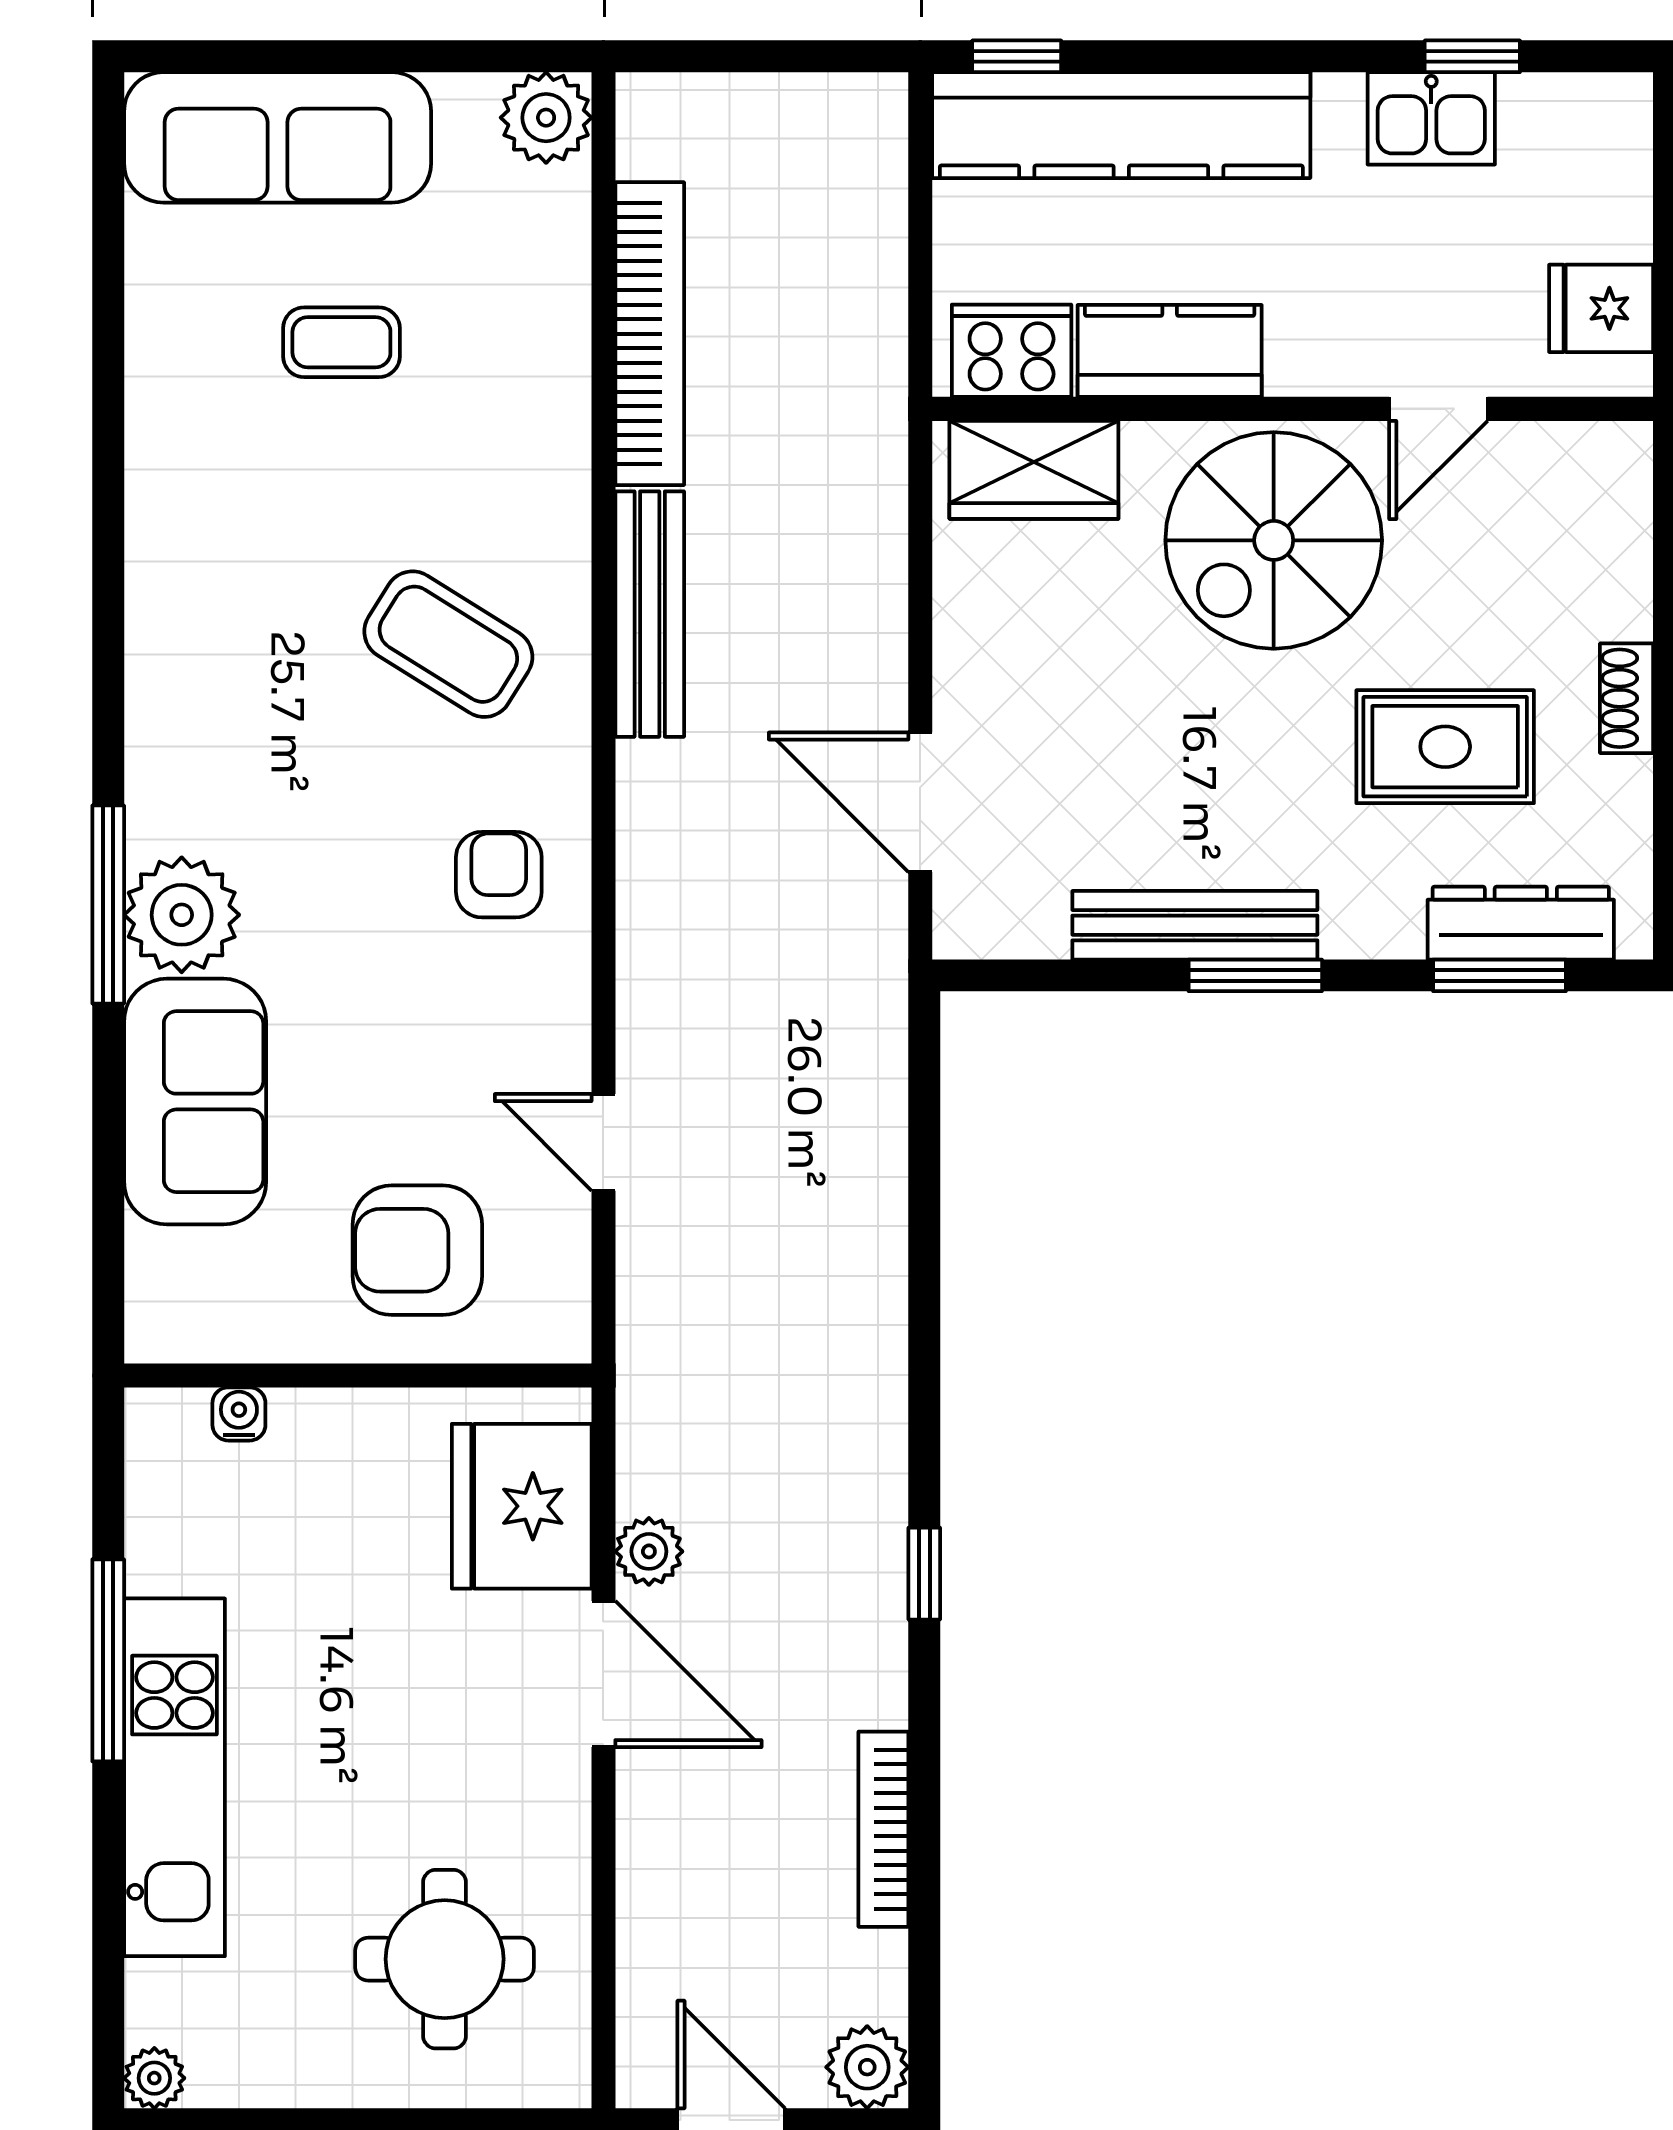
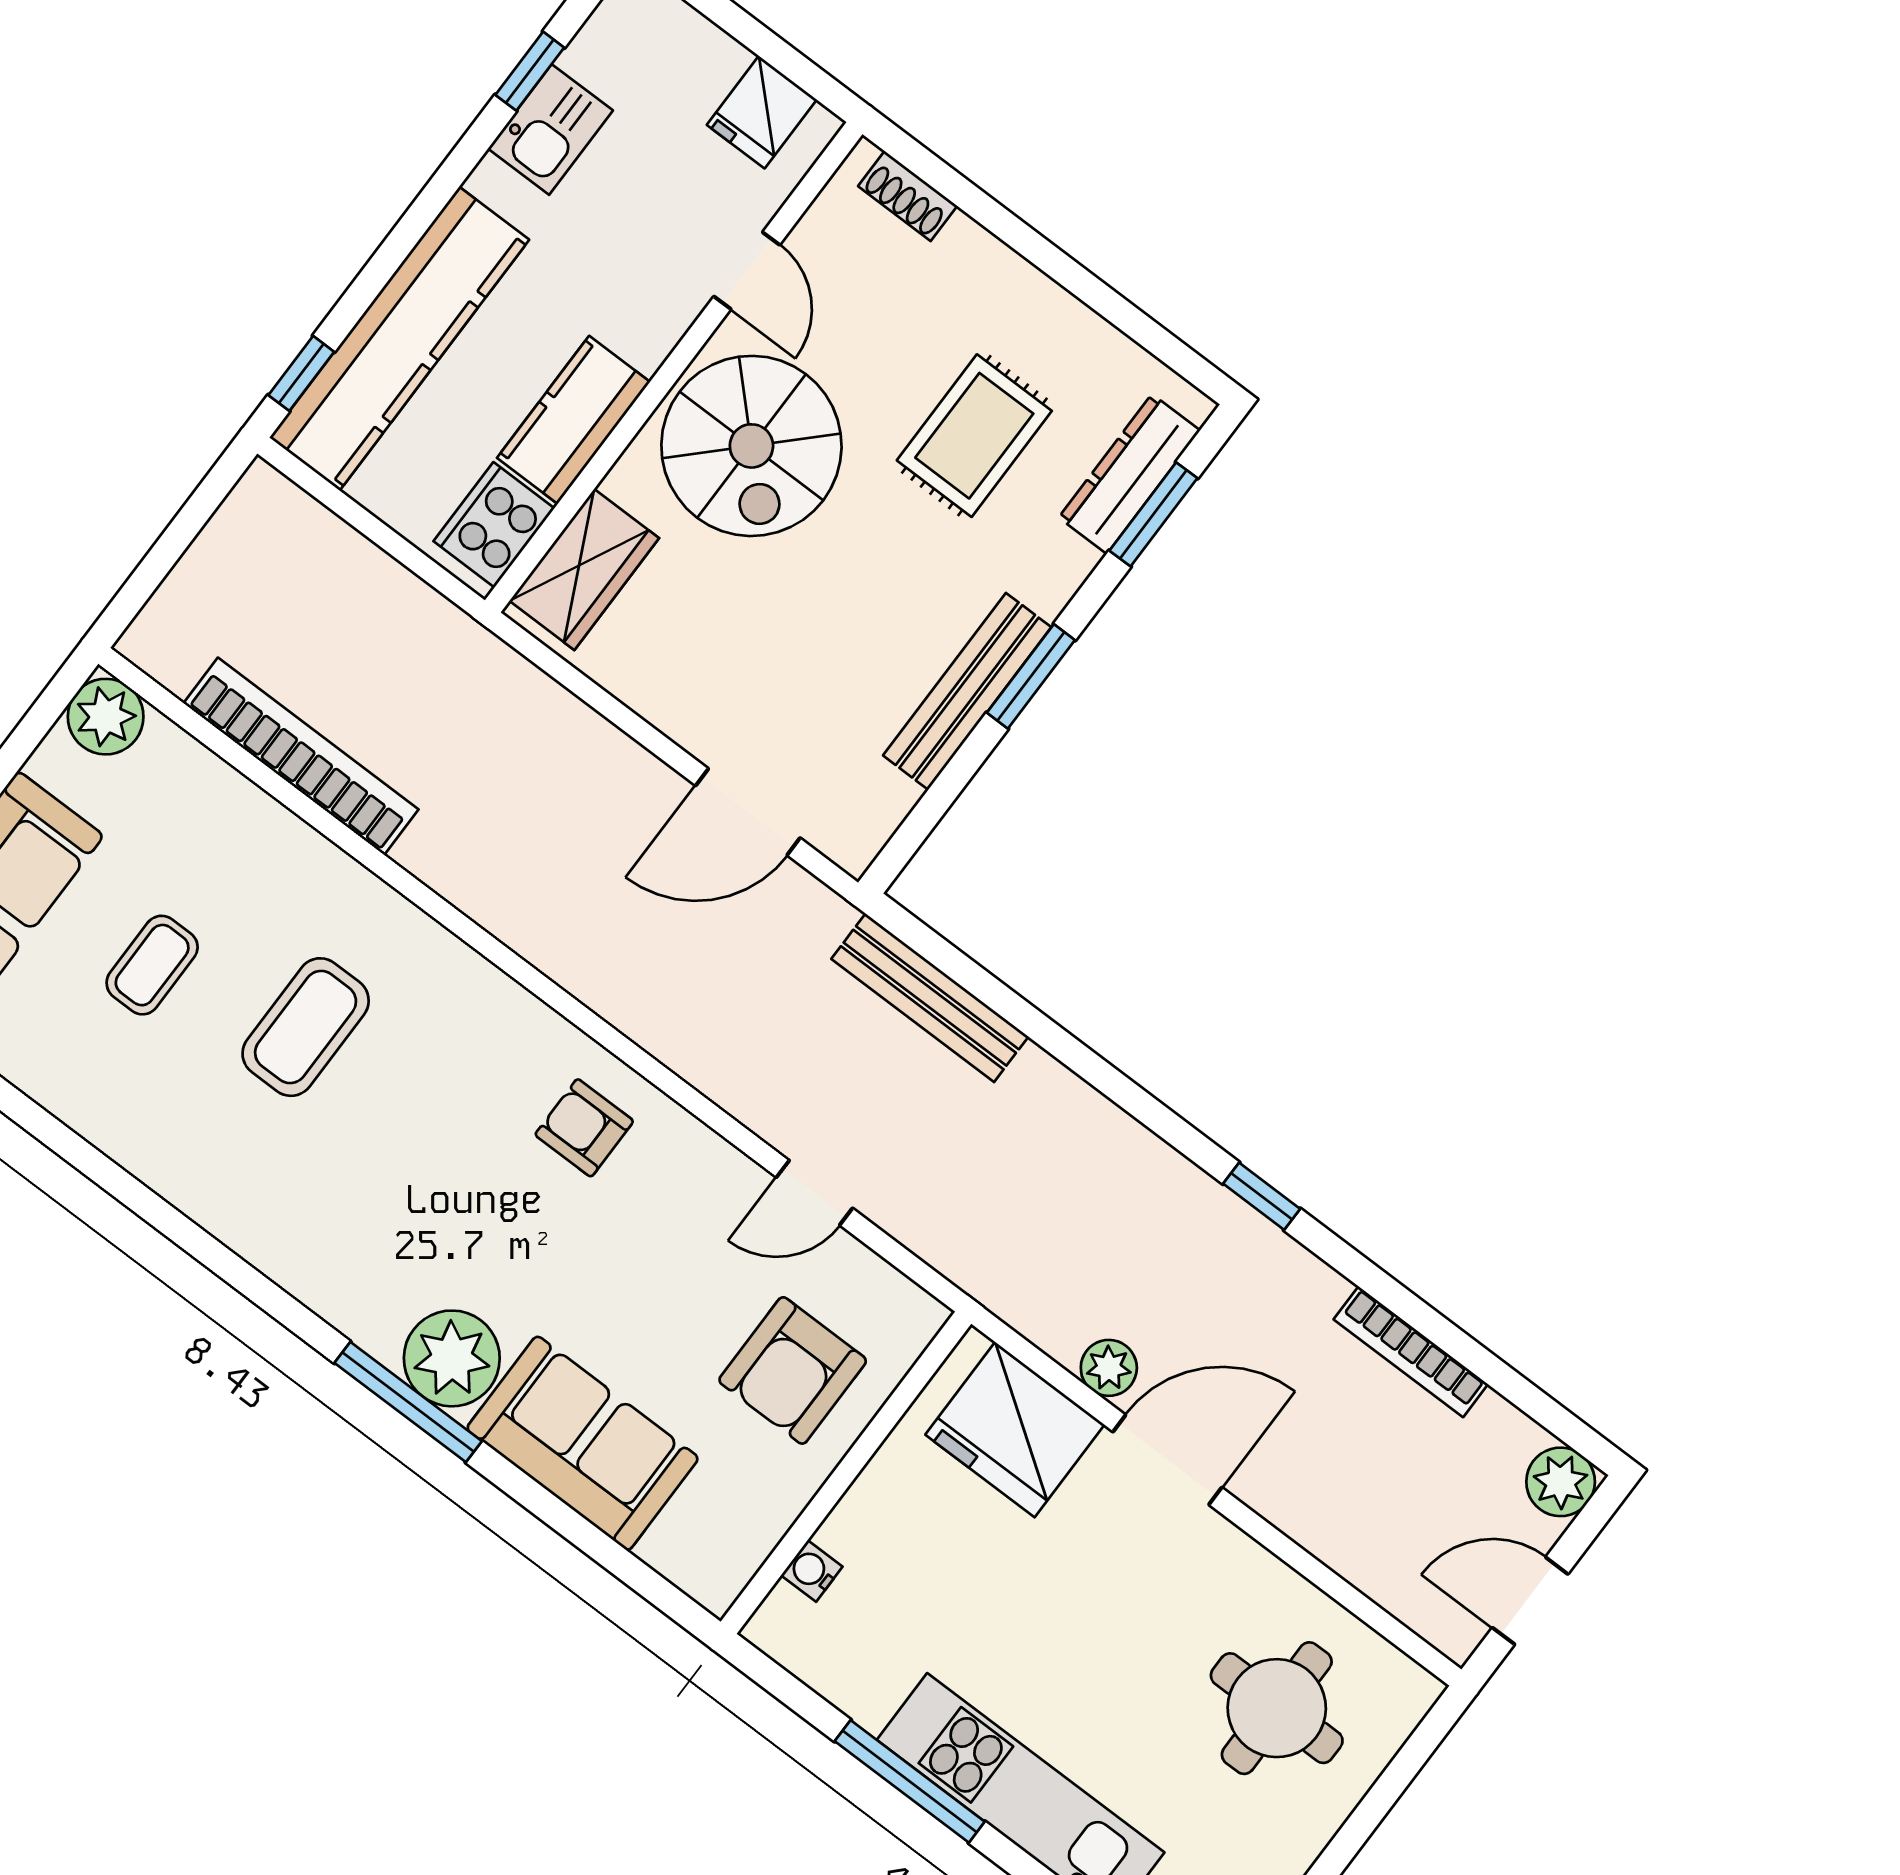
bench: (650, 614) -> (930, 998), moved
coffee table: (448, 644) -> (306, 1027), moved, turned -32
shoe rack: (1627, 698) -> (908, 196), moved

